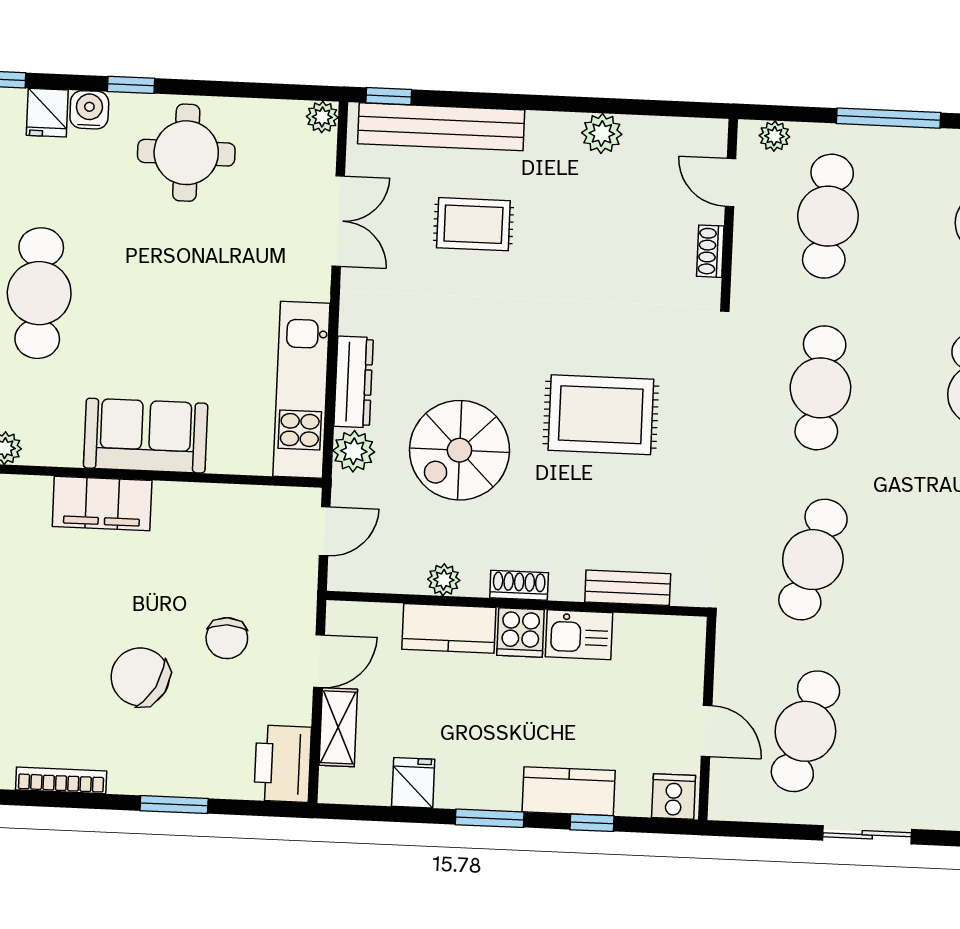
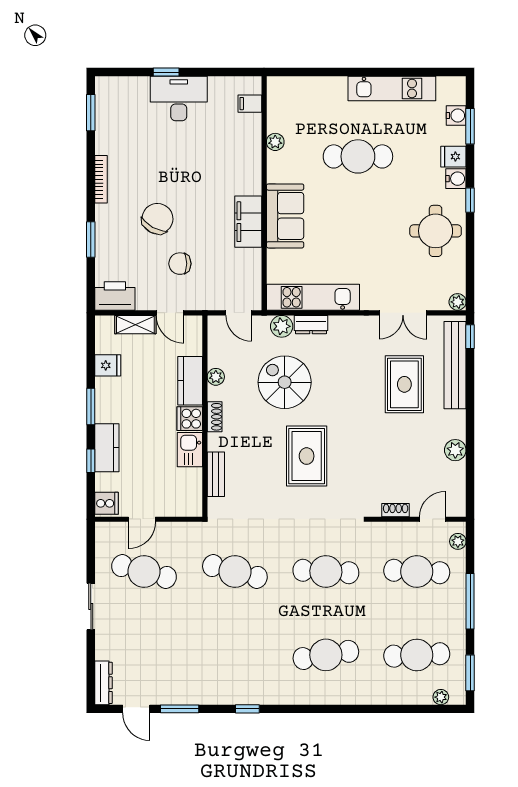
rug: (473, 224) -> (404, 384), width x1.36, depth x1.43
dresser: (354, 382) -> (311, 325), width x0.70
filing cabinet: (102, 503) -> (248, 222), moved

